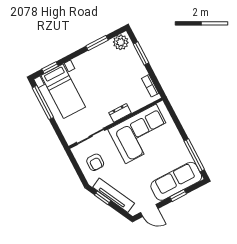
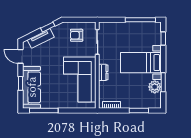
plant: (121, 42) -> (155, 87), moved
bed with nightstands: (63, 91) -> (141, 63), moved
tv unit: (114, 195) -> (41, 38), width x0.71
door: (149, 210) -> (20, 56), hinge flipped

